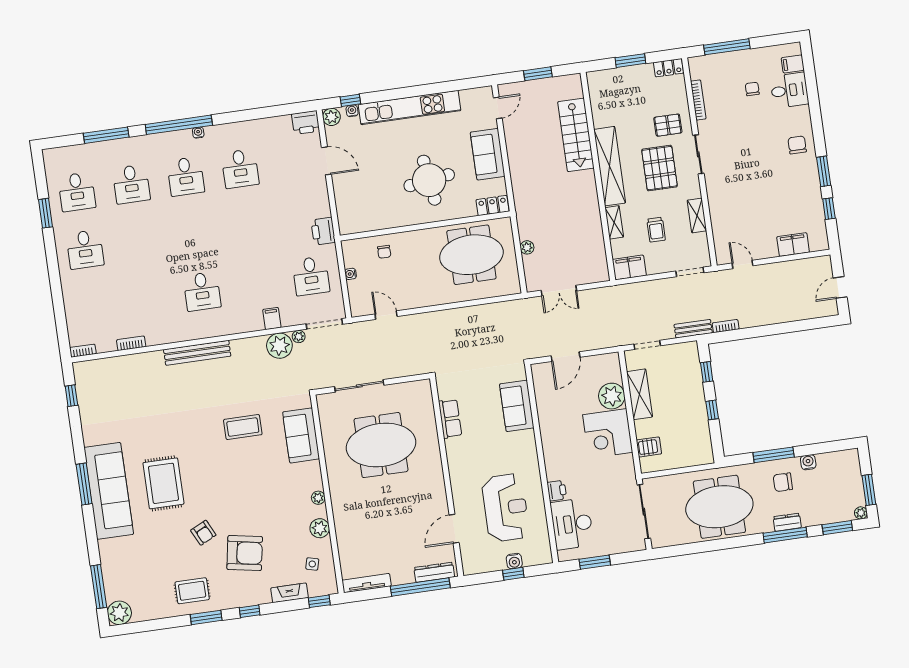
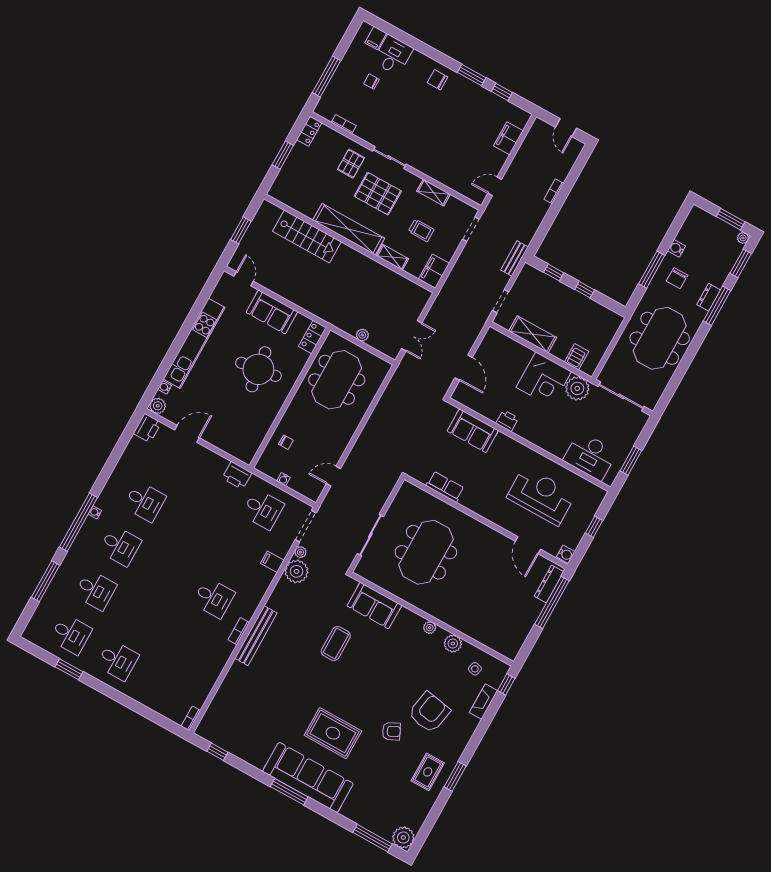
window: (350, 100) -> (156, 383), removed
bookcase: (698, 100) -> (344, 124), width x0.64
bookcase: (726, 326) -> (554, 191), moved
bookcase: (131, 343) -> (239, 631), moved
plant: (612, 396) -> (577, 388), moved
printer: (557, 491) -> (507, 421), moved
water cooler: (514, 561) -> (566, 554), moved
tv unit: (367, 583) -> (519, 640), removed
window: (250, 611) -> (475, 741), removed

